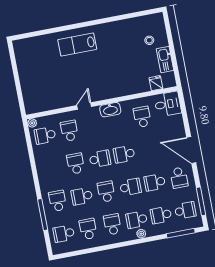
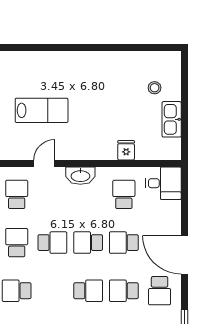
lab bench: (77, 44) -> (42, 110), moved, turned 180
fridge: (156, 83) -> (126, 150), moved
school desk: (106, 192) -> (124, 243), moved, turned -90

